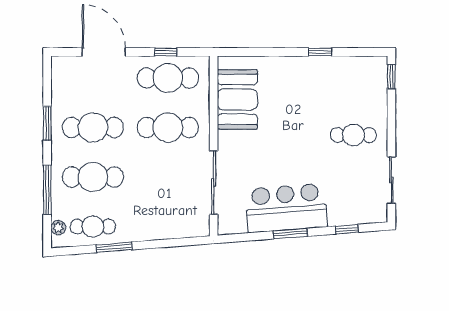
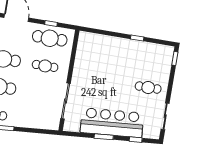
booth: (237, 99) -> (87, 57), removed
cafe table: (168, 127) -> (45, 66), width x0.73, depth x0.74
bar counter: (286, 208) -> (112, 123), width x1.36

